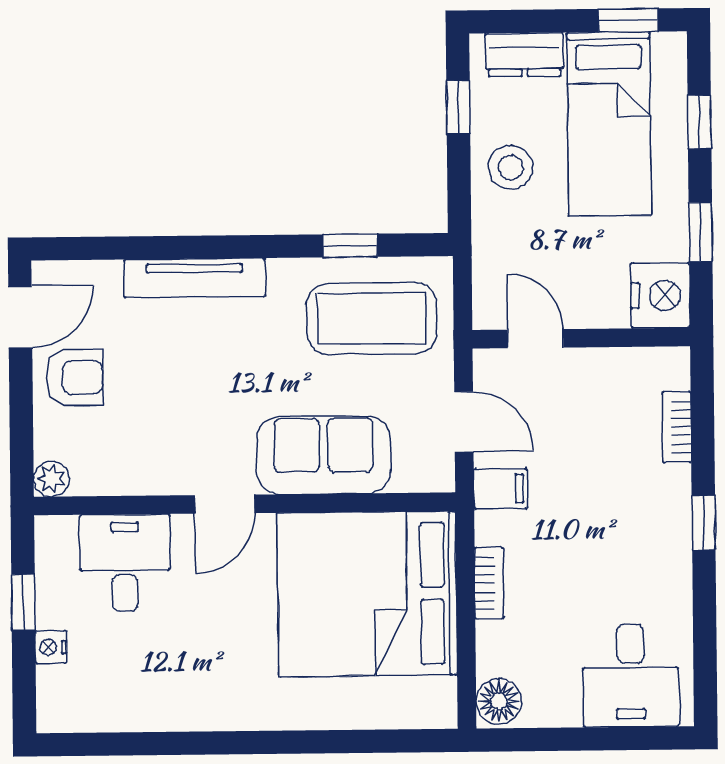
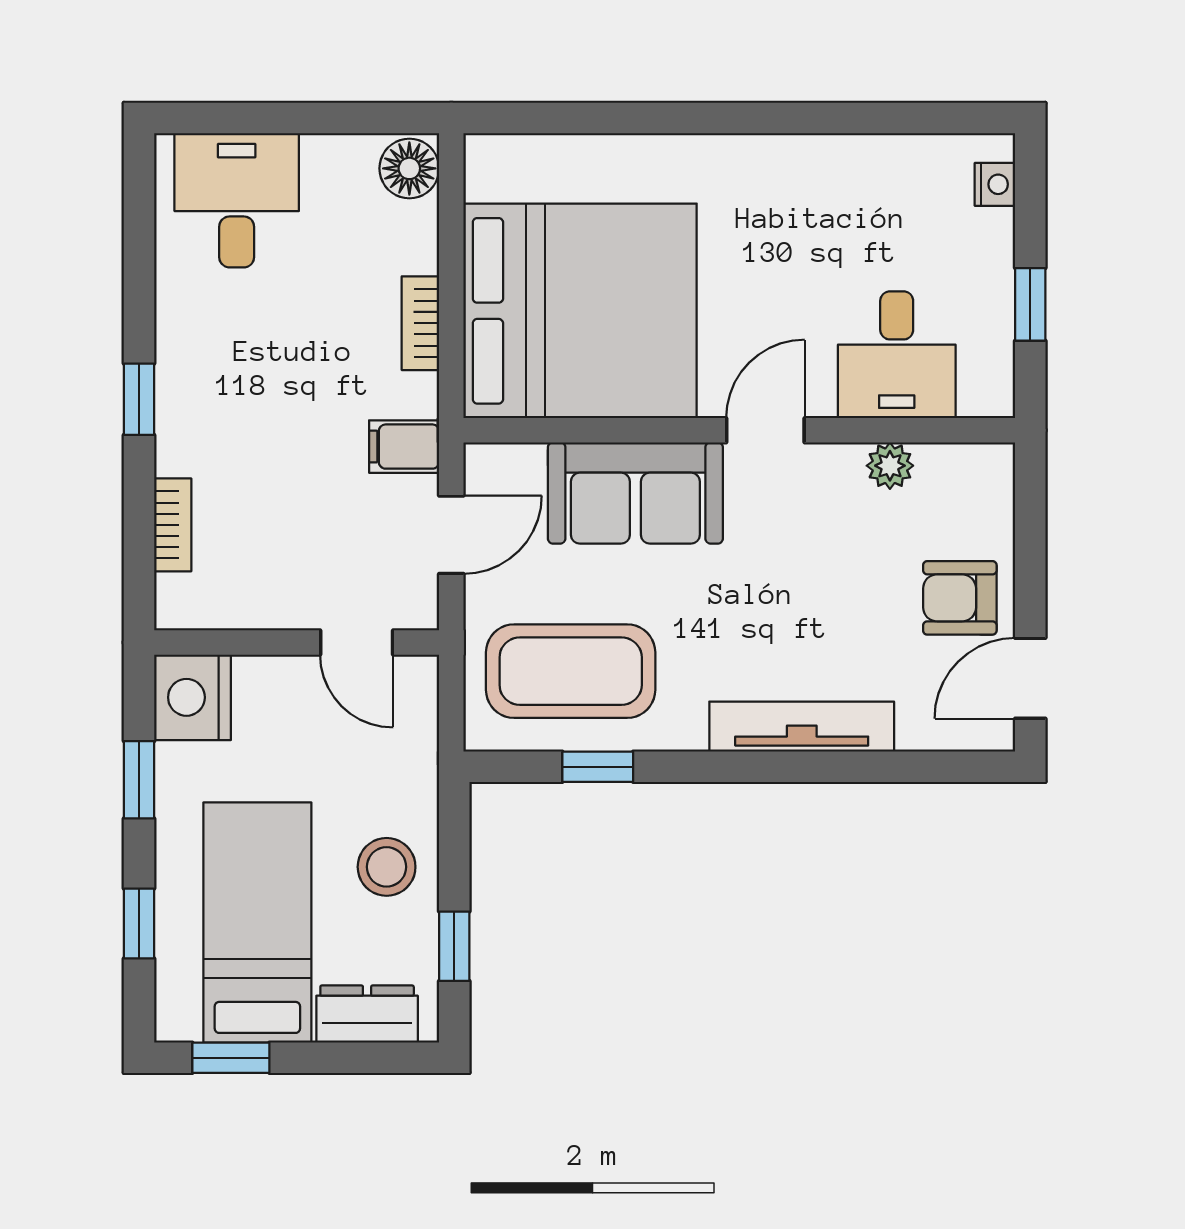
door: (464, 422) -> (451, 535), swing flipped
plant: (51, 479) -> (890, 466), moved
nightstand: (51, 647) -> (995, 184), moved

